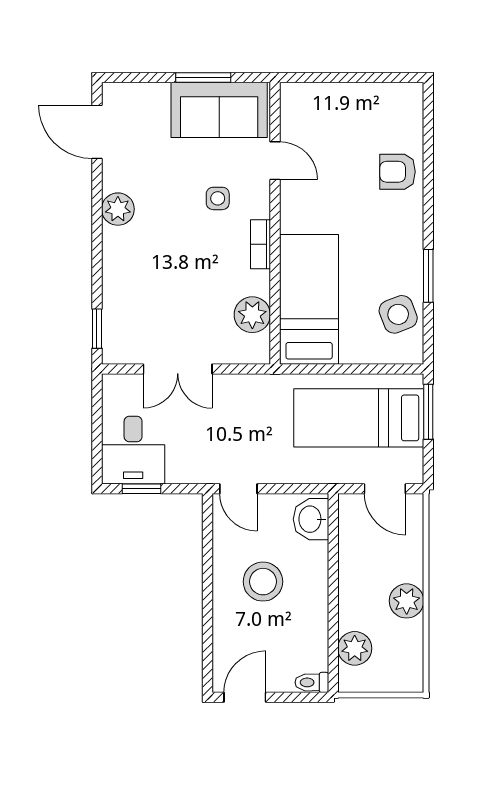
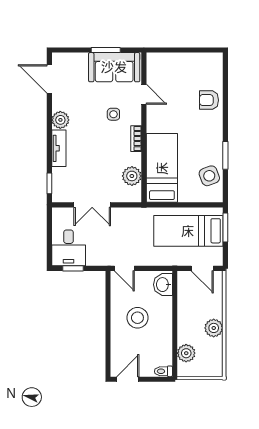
tv unit: (115, 263) -> (59, 148), added

